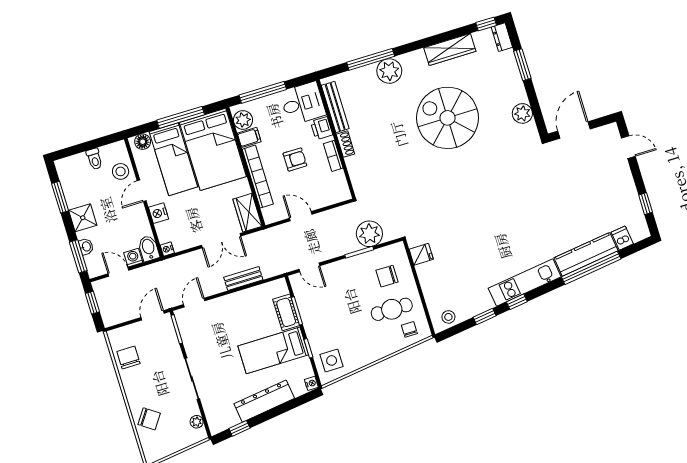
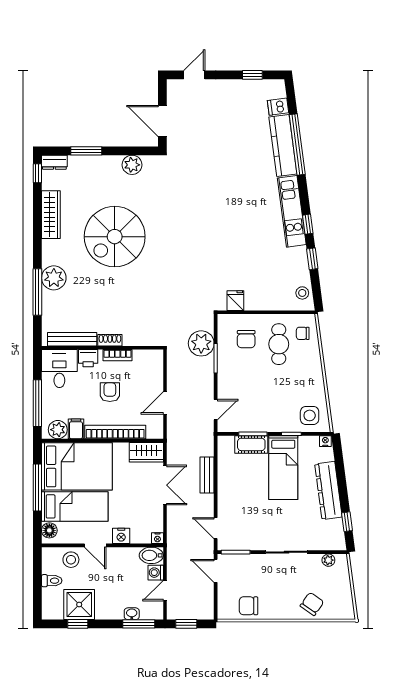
window: (60, 197) -> (78, 624), width x0.67
shower: (83, 218) -> (79, 605), moved, width x1.36, depth x1.36

